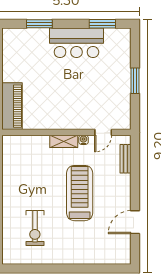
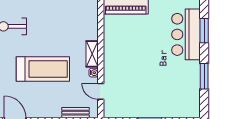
window: (102, 24) -> (204, 76), moved
bar counter: (76, 43) -> (186, 34), moved

